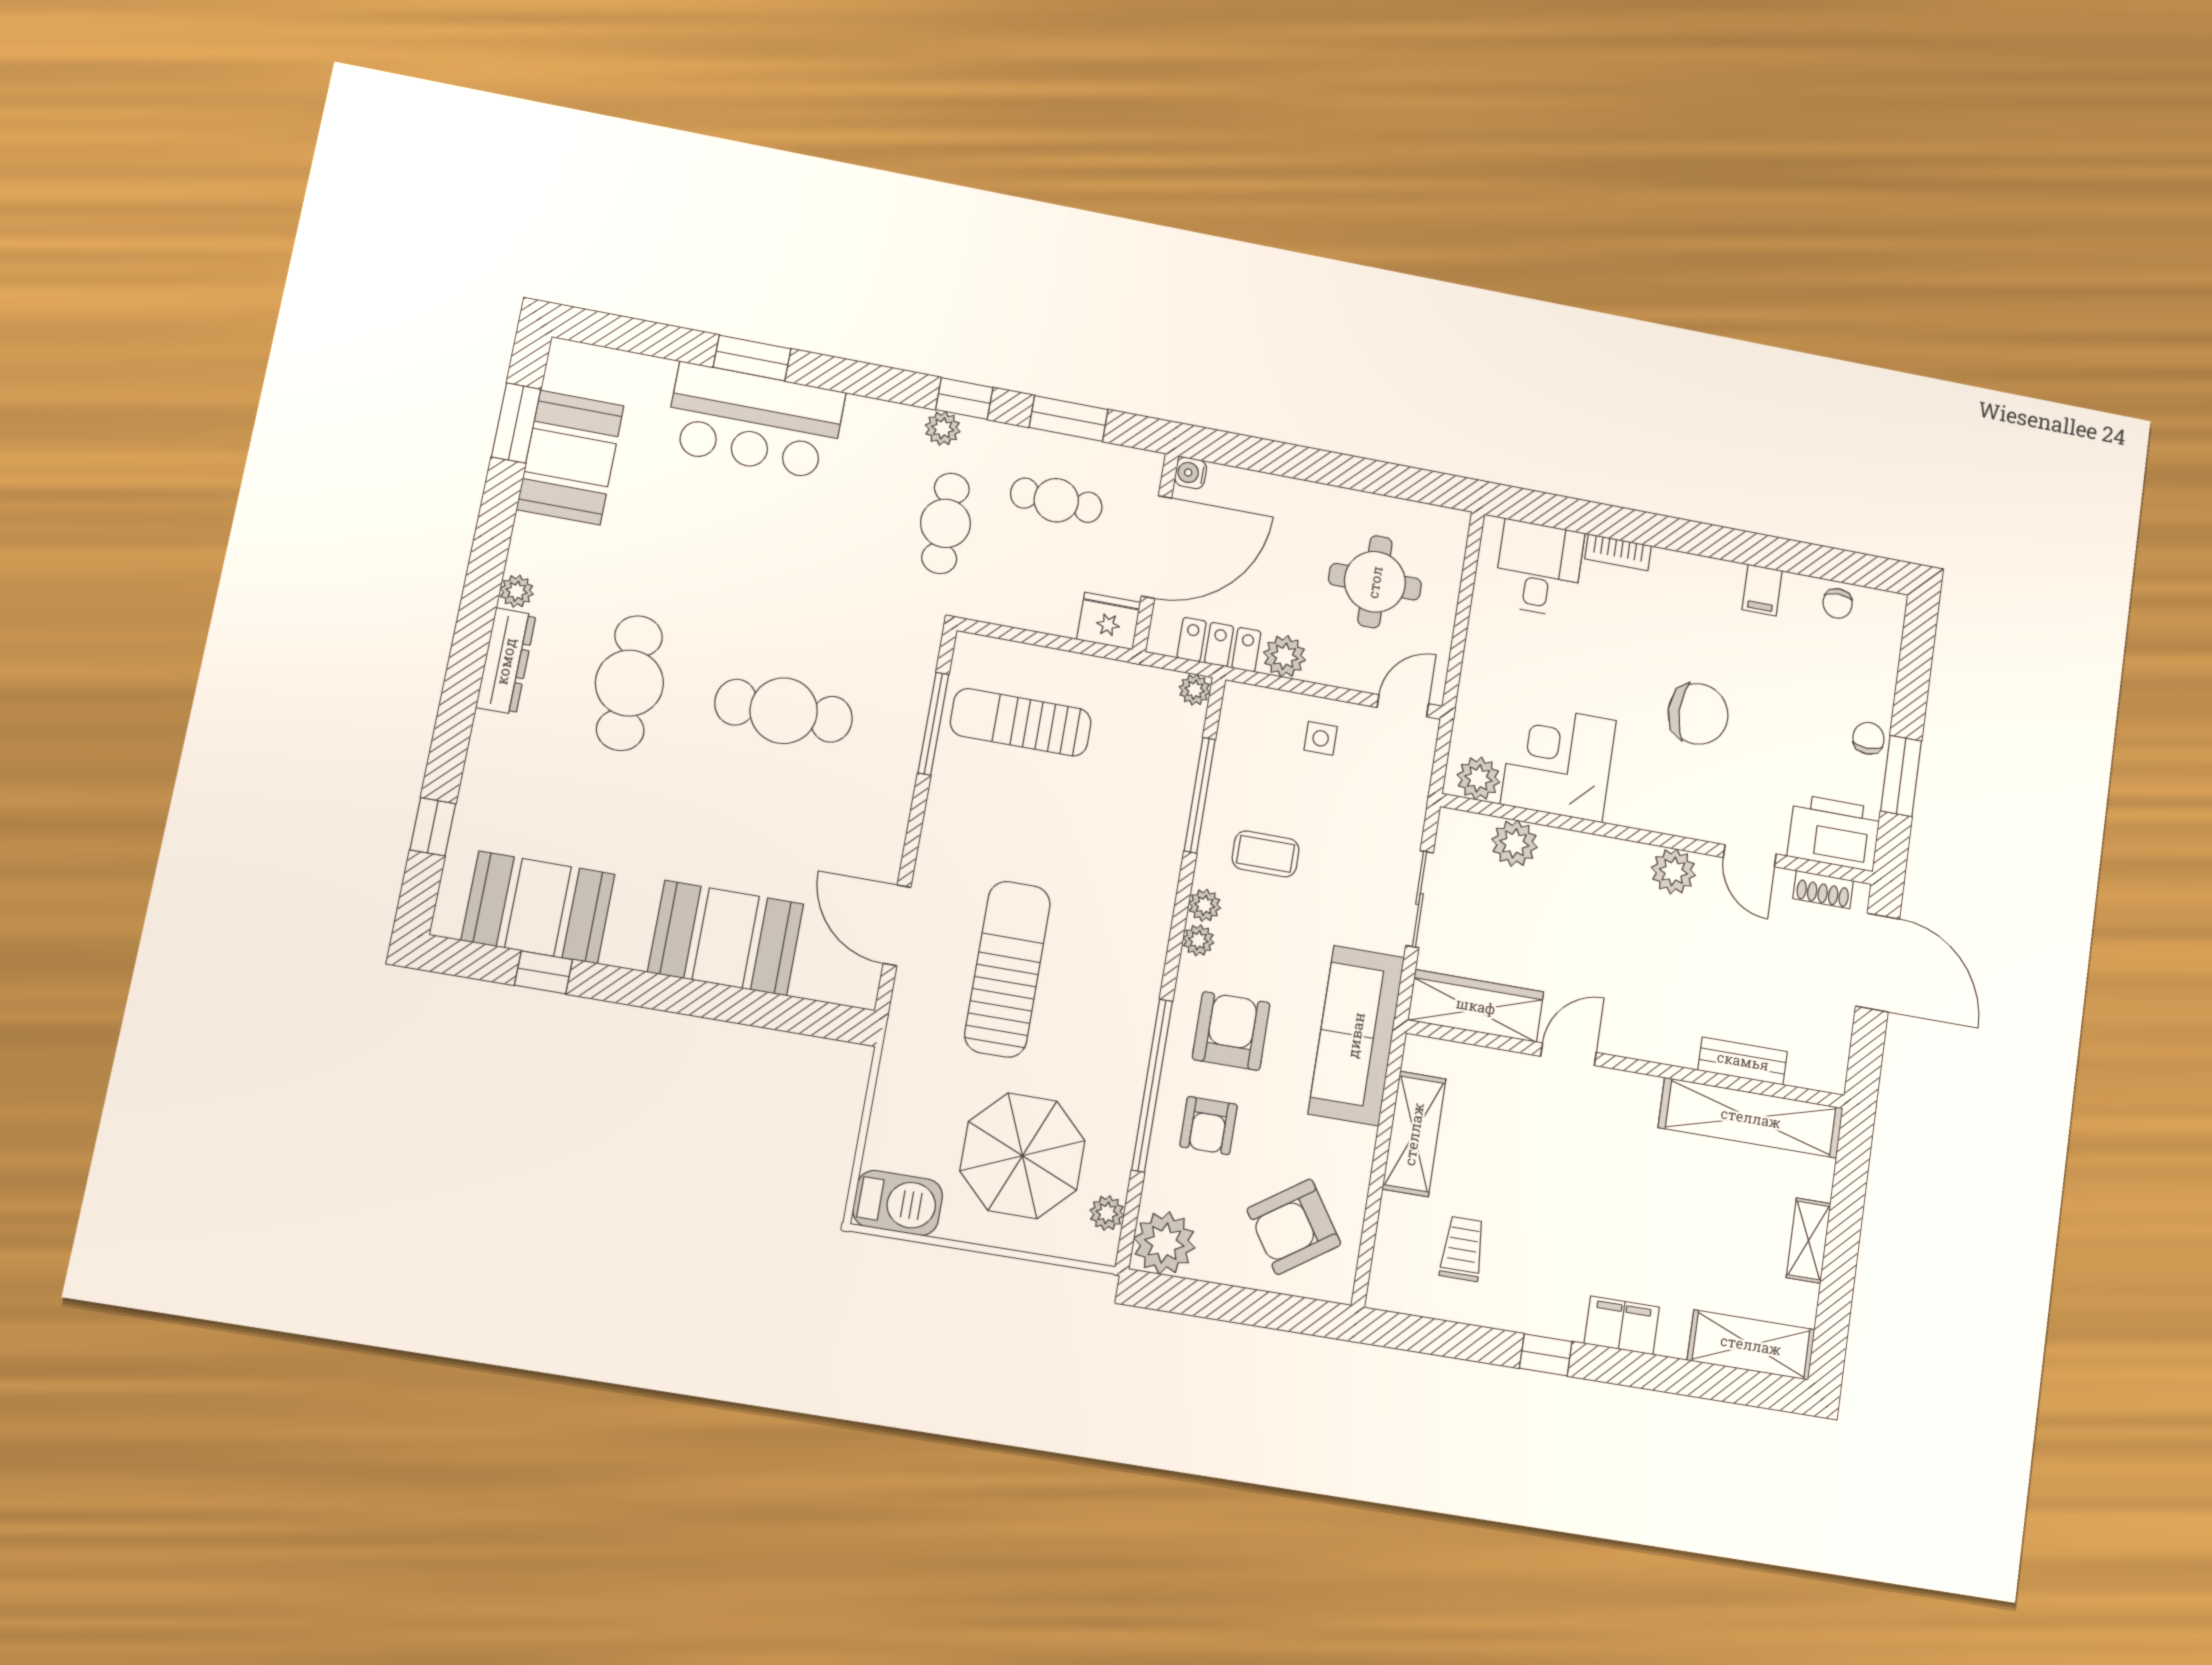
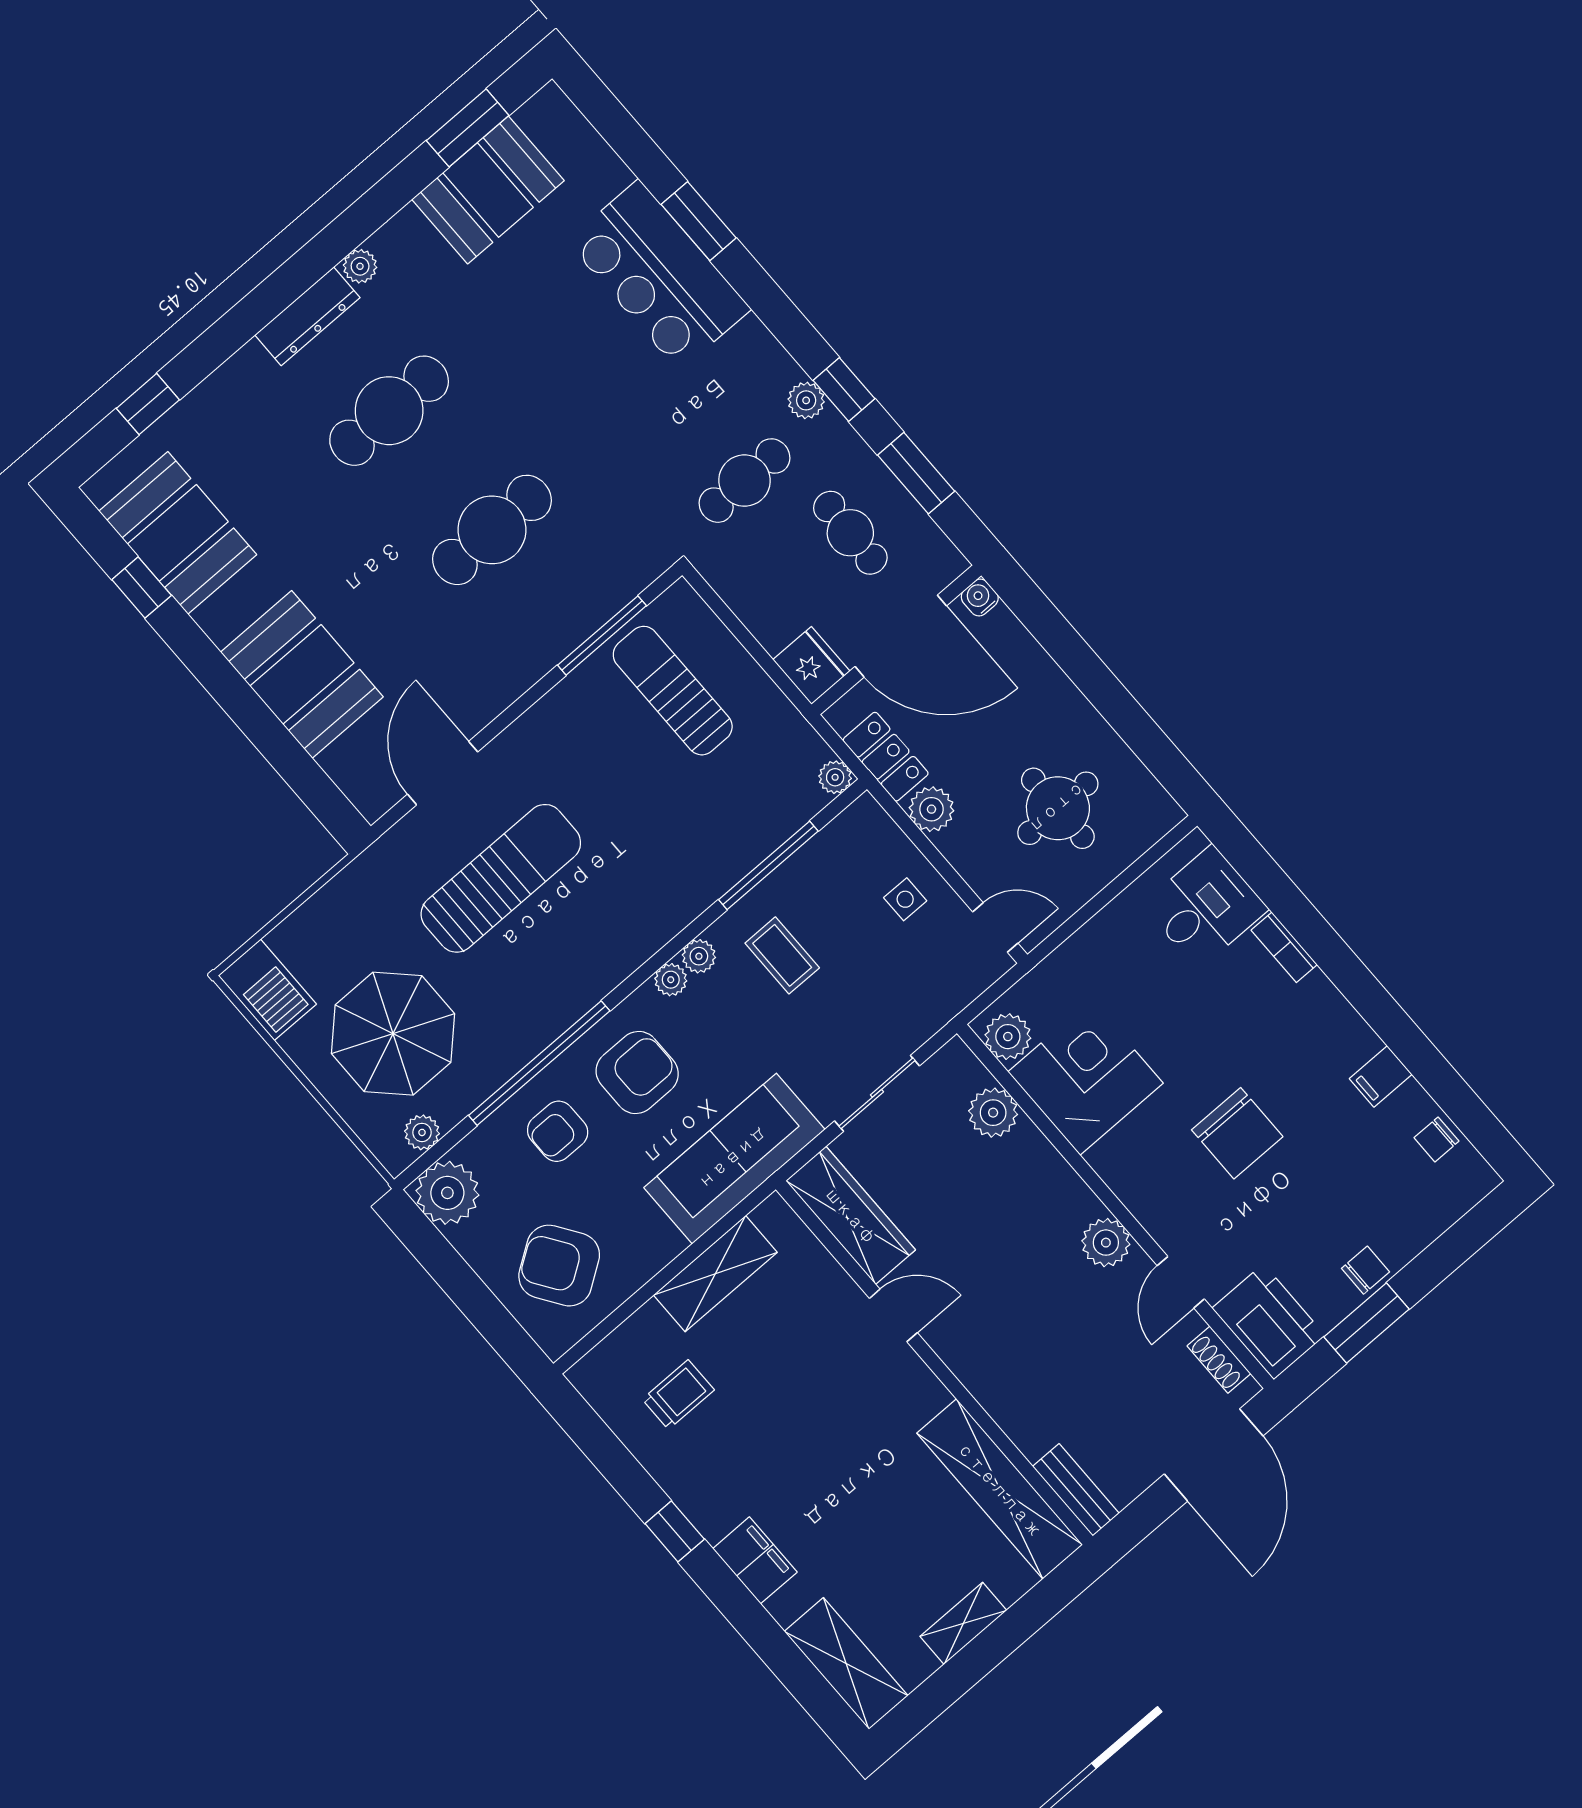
cafe table: (784, 711) -> (492, 530), turned 90
bench: (1743, 1061) -> (1076, 1490), moved

